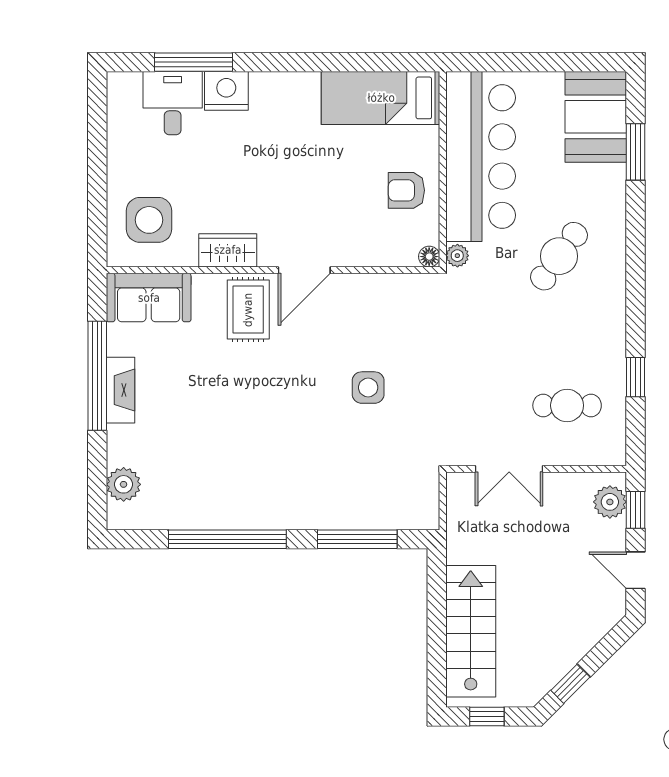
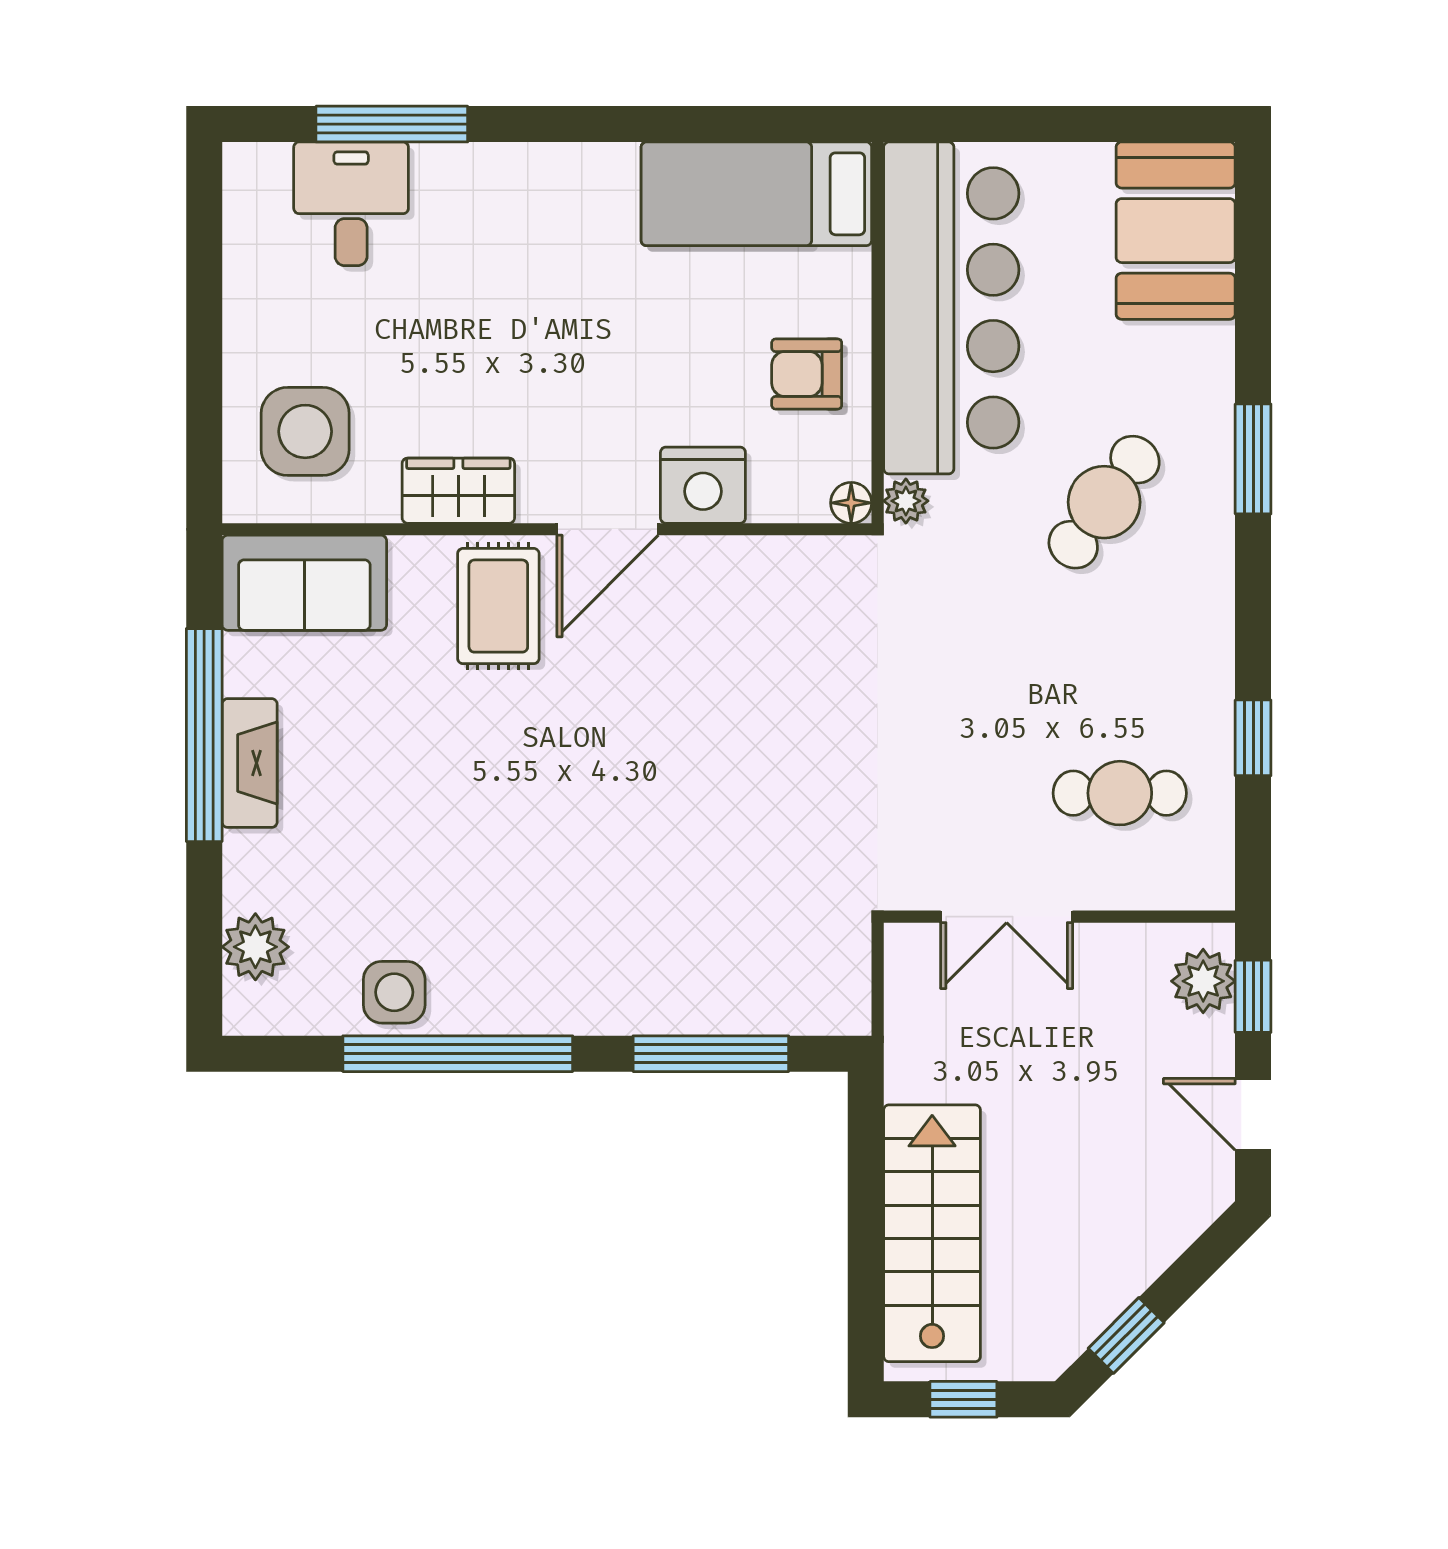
nightstand: (226, 91) -> (703, 485), moved, turned 180
window: (635, 152) -> (1253, 459), moved
side table: (368, 388) -> (394, 992), moved

